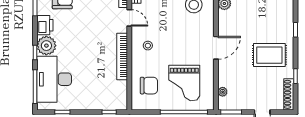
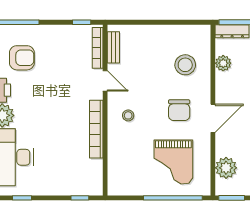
chair: (149, 86) -> (179, 110), moved, turned 90
plant: (223, 92) -> (226, 168), width x1.87, depth x1.87

